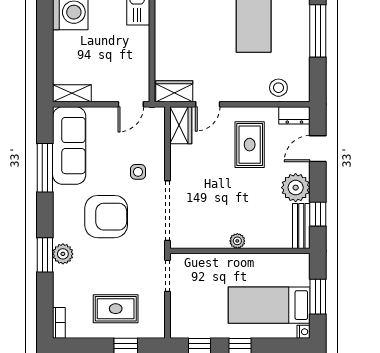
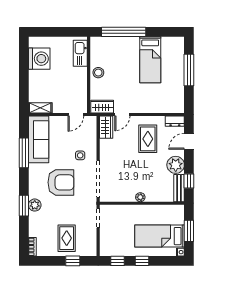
stool: (278, 88) -> (98, 73), moved
rug: (116, 309) -> (67, 238), turned 90

